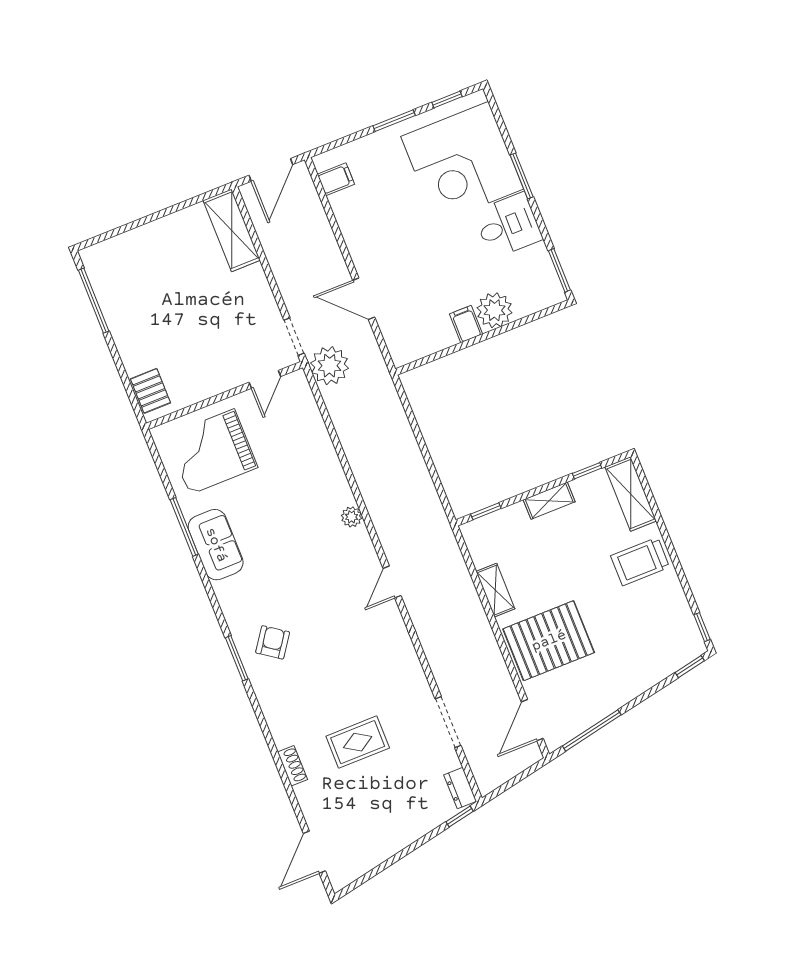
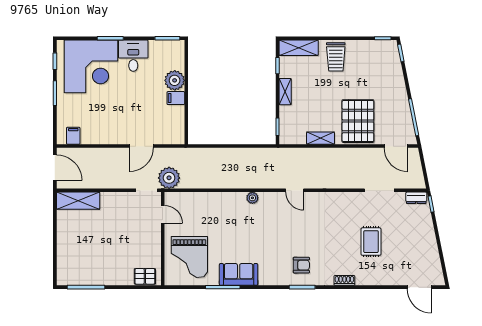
armchair: (273, 642) -> (301, 265), turned 145
shoe rack: (293, 766) -> (344, 280), moved

